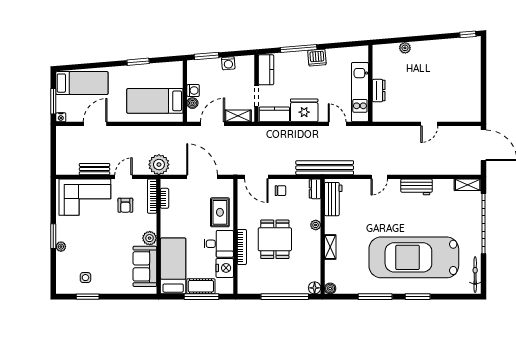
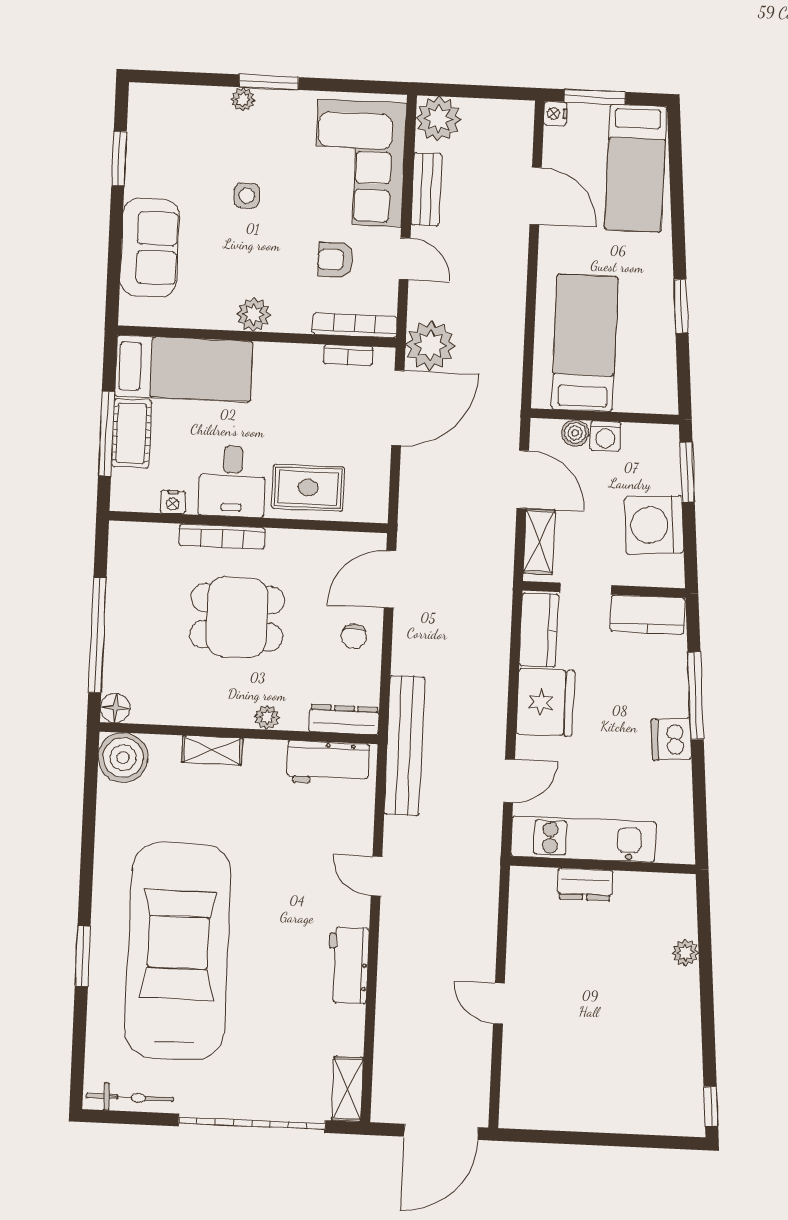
washing machine: (228, 63) -> (654, 525), width x1.89, depth x1.89
plant: (65, 165) -> (438, 119), added
door: (202, 177) -> (398, 408), moved
dresser: (315, 189) -> (344, 719), width x1.44
sofa: (145, 266) -> (150, 248), moved, turned 90
nightstand: (225, 268) -> (173, 502), width x0.53, depth x0.56
side table: (85, 278) -> (247, 196), moved
boiler: (330, 288) -> (123, 758), width x1.86, depth x1.86
window: (375, 297) -> (87, 853), removed

